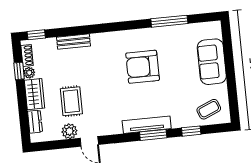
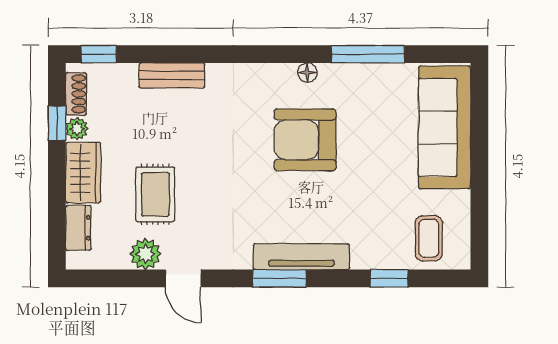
floor lamp: (140, 33) -> (307, 73), added
sofa: (212, 62) -> (445, 127), width x1.36
coffee table: (209, 109) -> (429, 238), turned -67
window: (153, 135) -> (280, 278), moved

